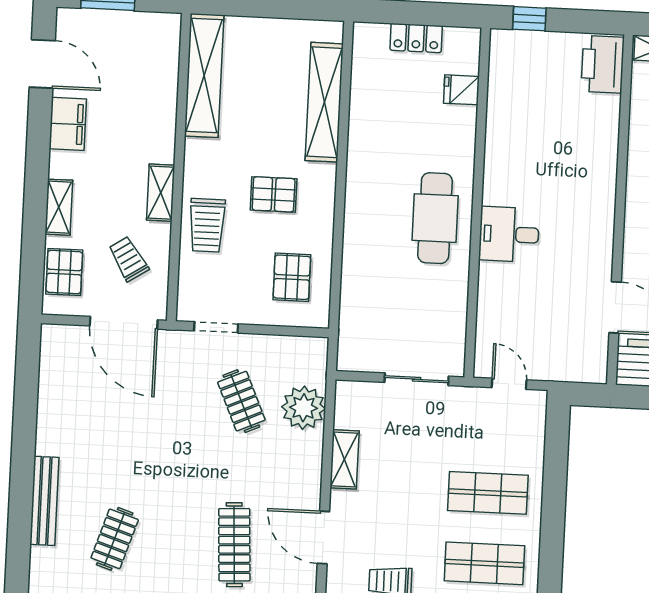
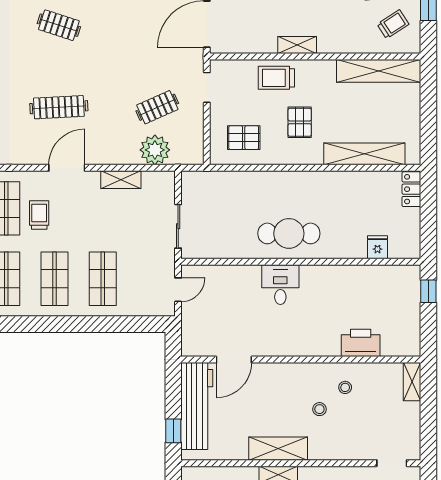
locker: (416, 38) -> (411, 189), moved
printer: (603, 64) -> (361, 343), moved
trolley: (128, 259) -> (393, 24), moved

